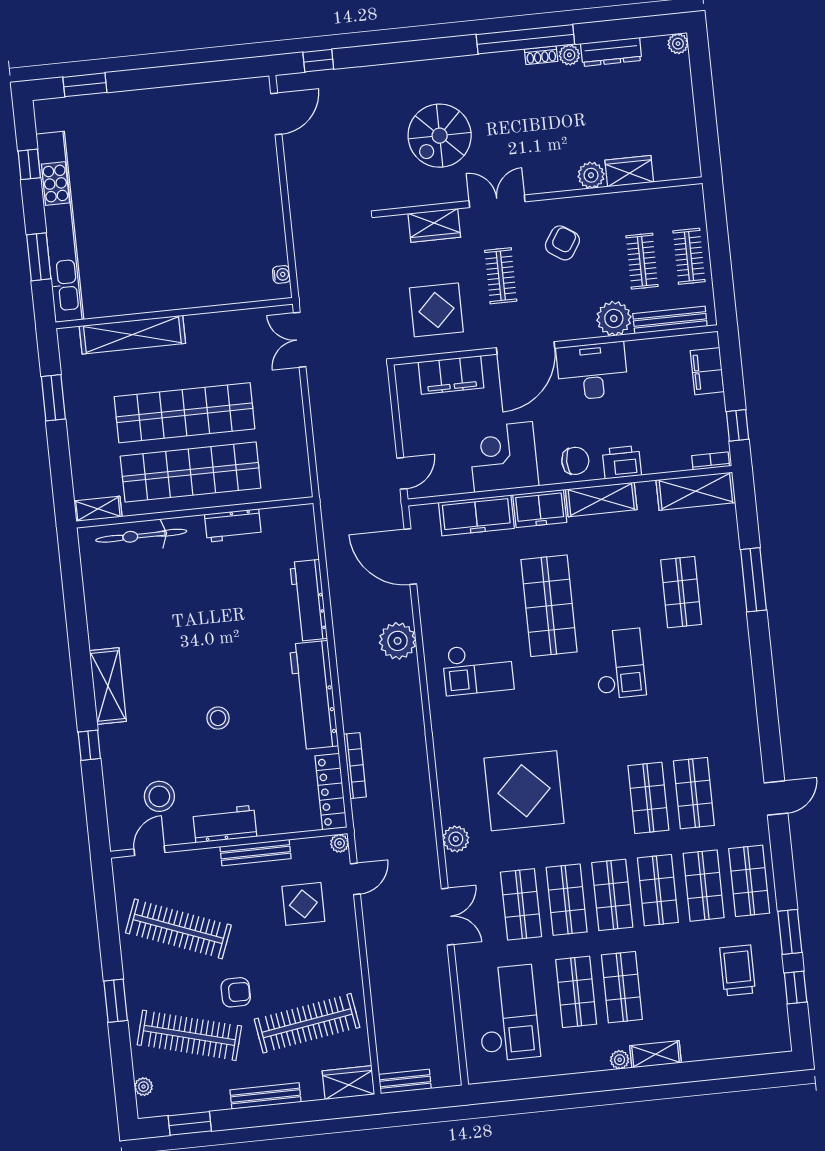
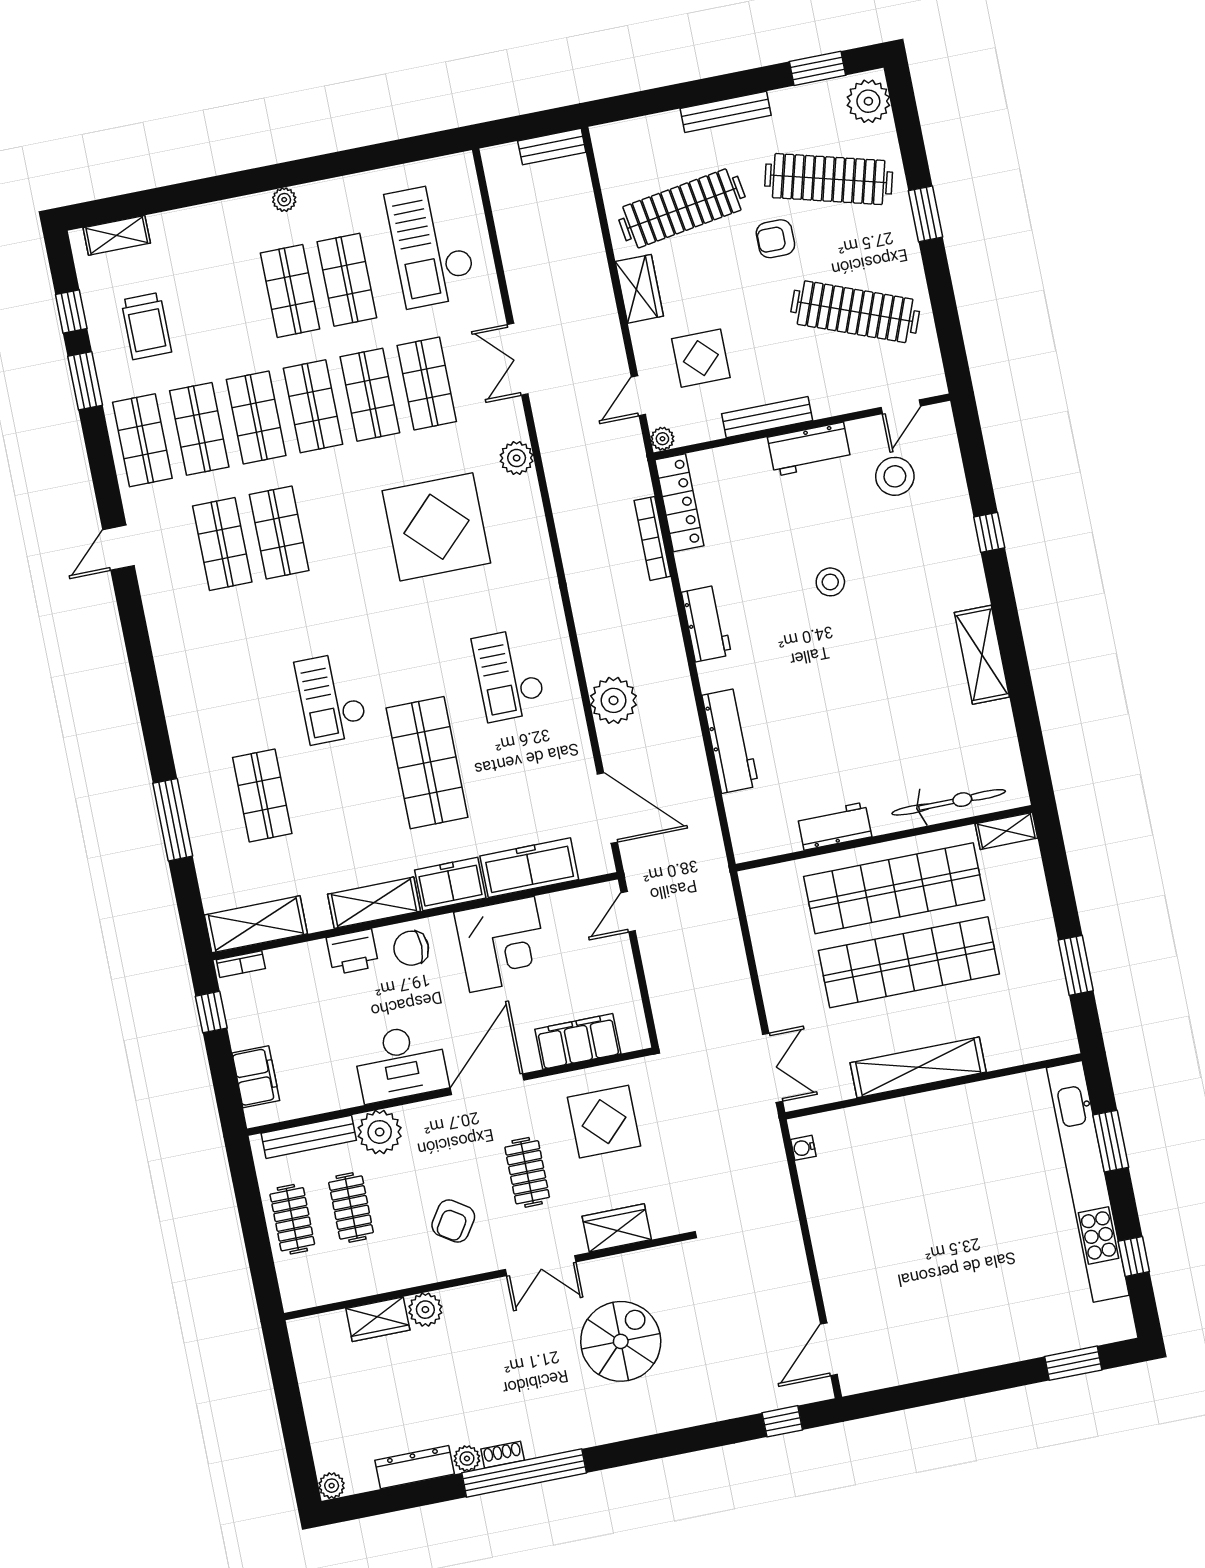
shelving: (132, 335) -> (918, 1067), moved
checkout: (478, 669) -> (509, 675), turned -90
shelving: (108, 686) -> (982, 655), moved
workbench: (314, 695) -> (706, 623), width x0.53, depth x0.76
shelving: (655, 1054) -> (117, 235), moved
wardrobe: (348, 1083) -> (639, 289), moved, turned -90
plant: (144, 1087) -> (868, 101), width x1.88, depth x1.88

